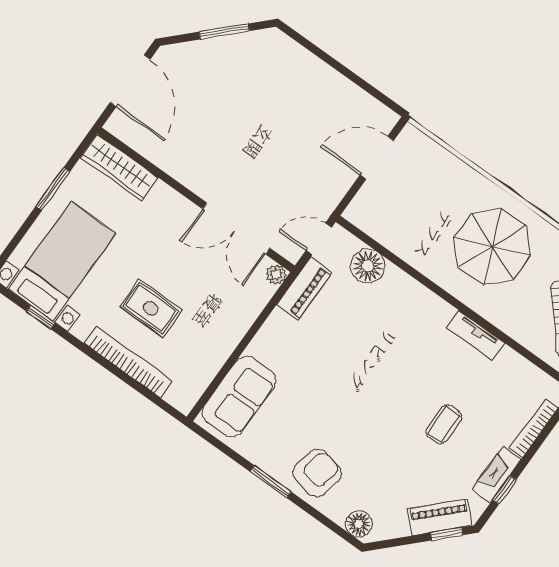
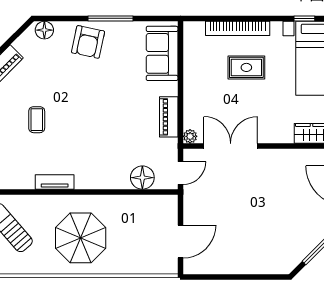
piano: (304, 289) -> (169, 117), moved
window: (270, 482) -> (111, 18), width x1.44

